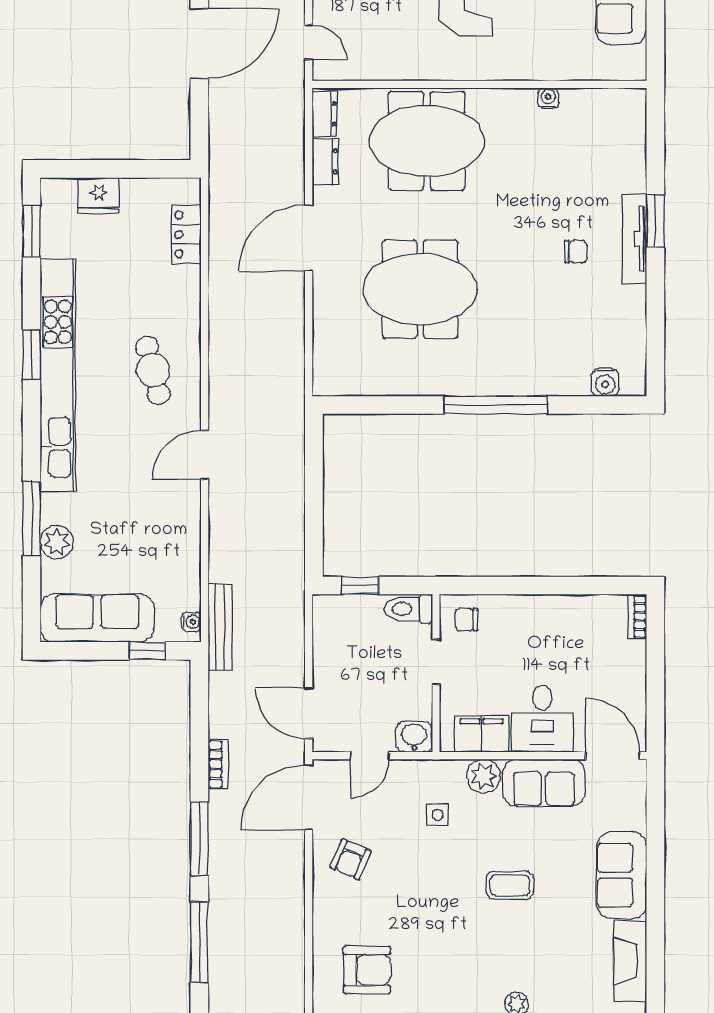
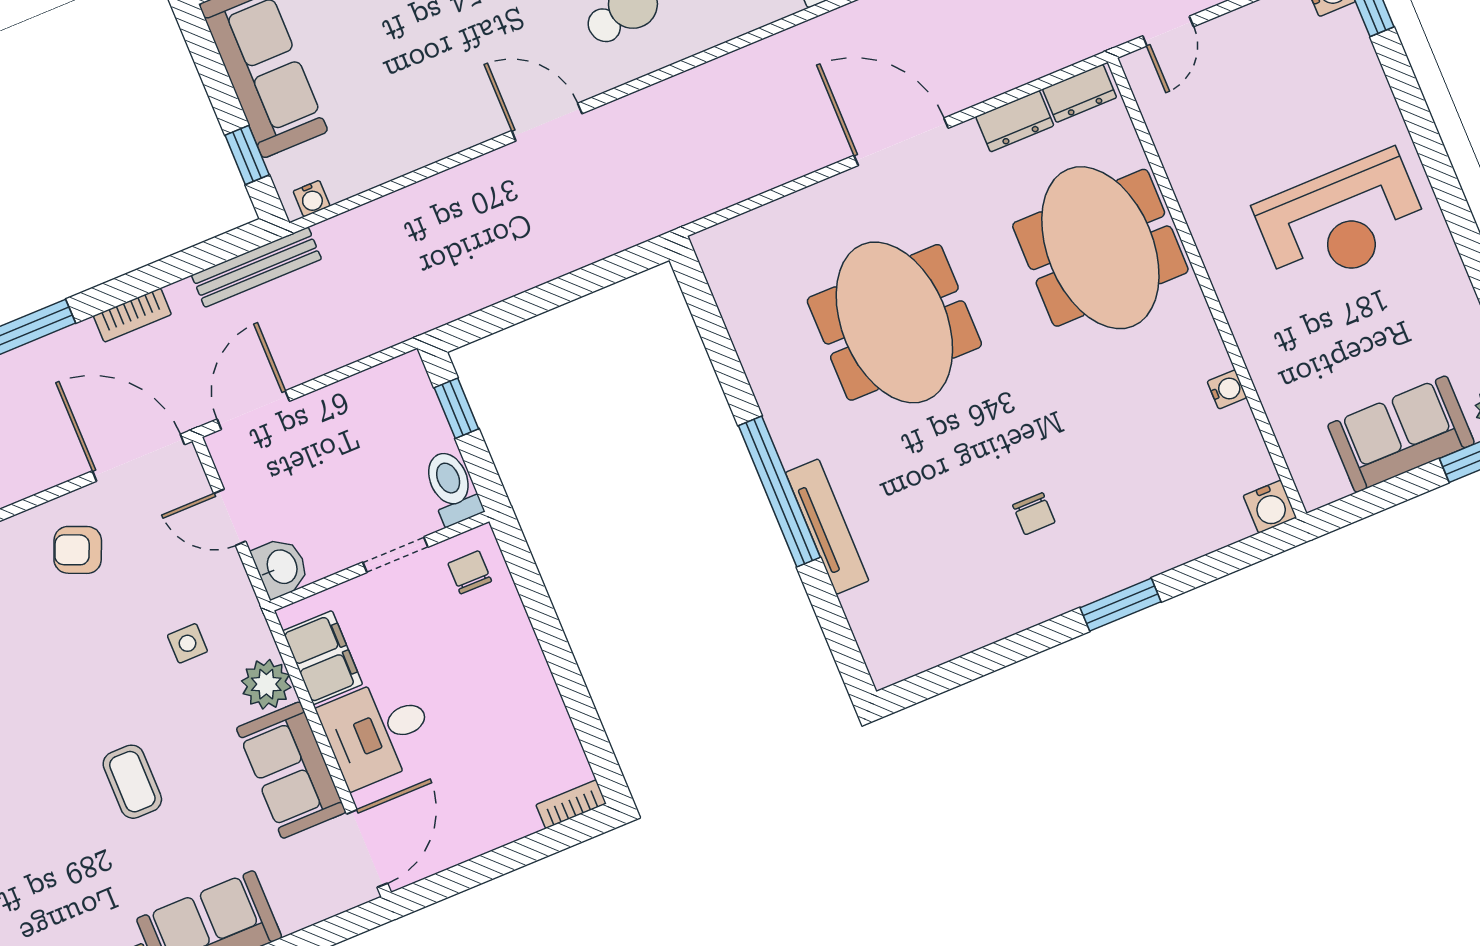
tv unit: (634, 239) -> (827, 527), moved, turned 90
water cooler: (605, 382) -> (1270, 507), moved, turned -90
bench: (220, 627) -> (256, 267), moved

